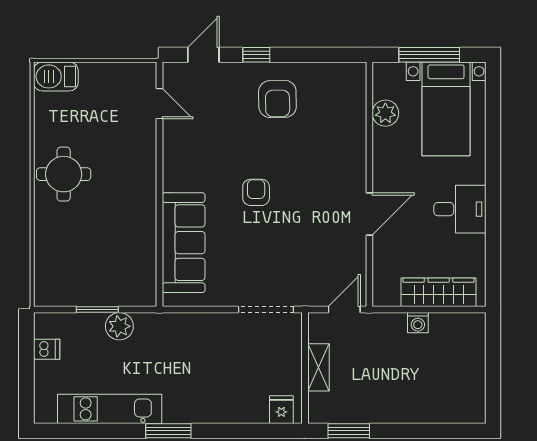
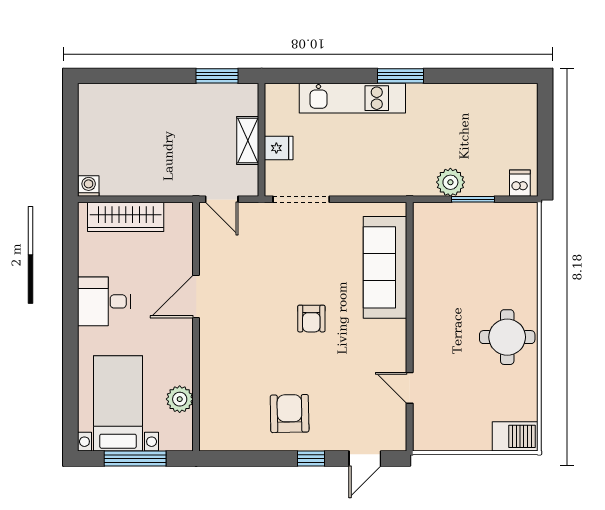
door: (159, 104) -> (410, 388), moved
door: (344, 310) -> (222, 199), hinge flipped
washing machine: (418, 323) -> (89, 186), moved
dishwasher: (47, 349) -> (520, 183), moved, turned 90
kitchen unit: (110, 409) -> (352, 98), moved
fridge: (281, 410) -> (279, 148), moved, turned -90

